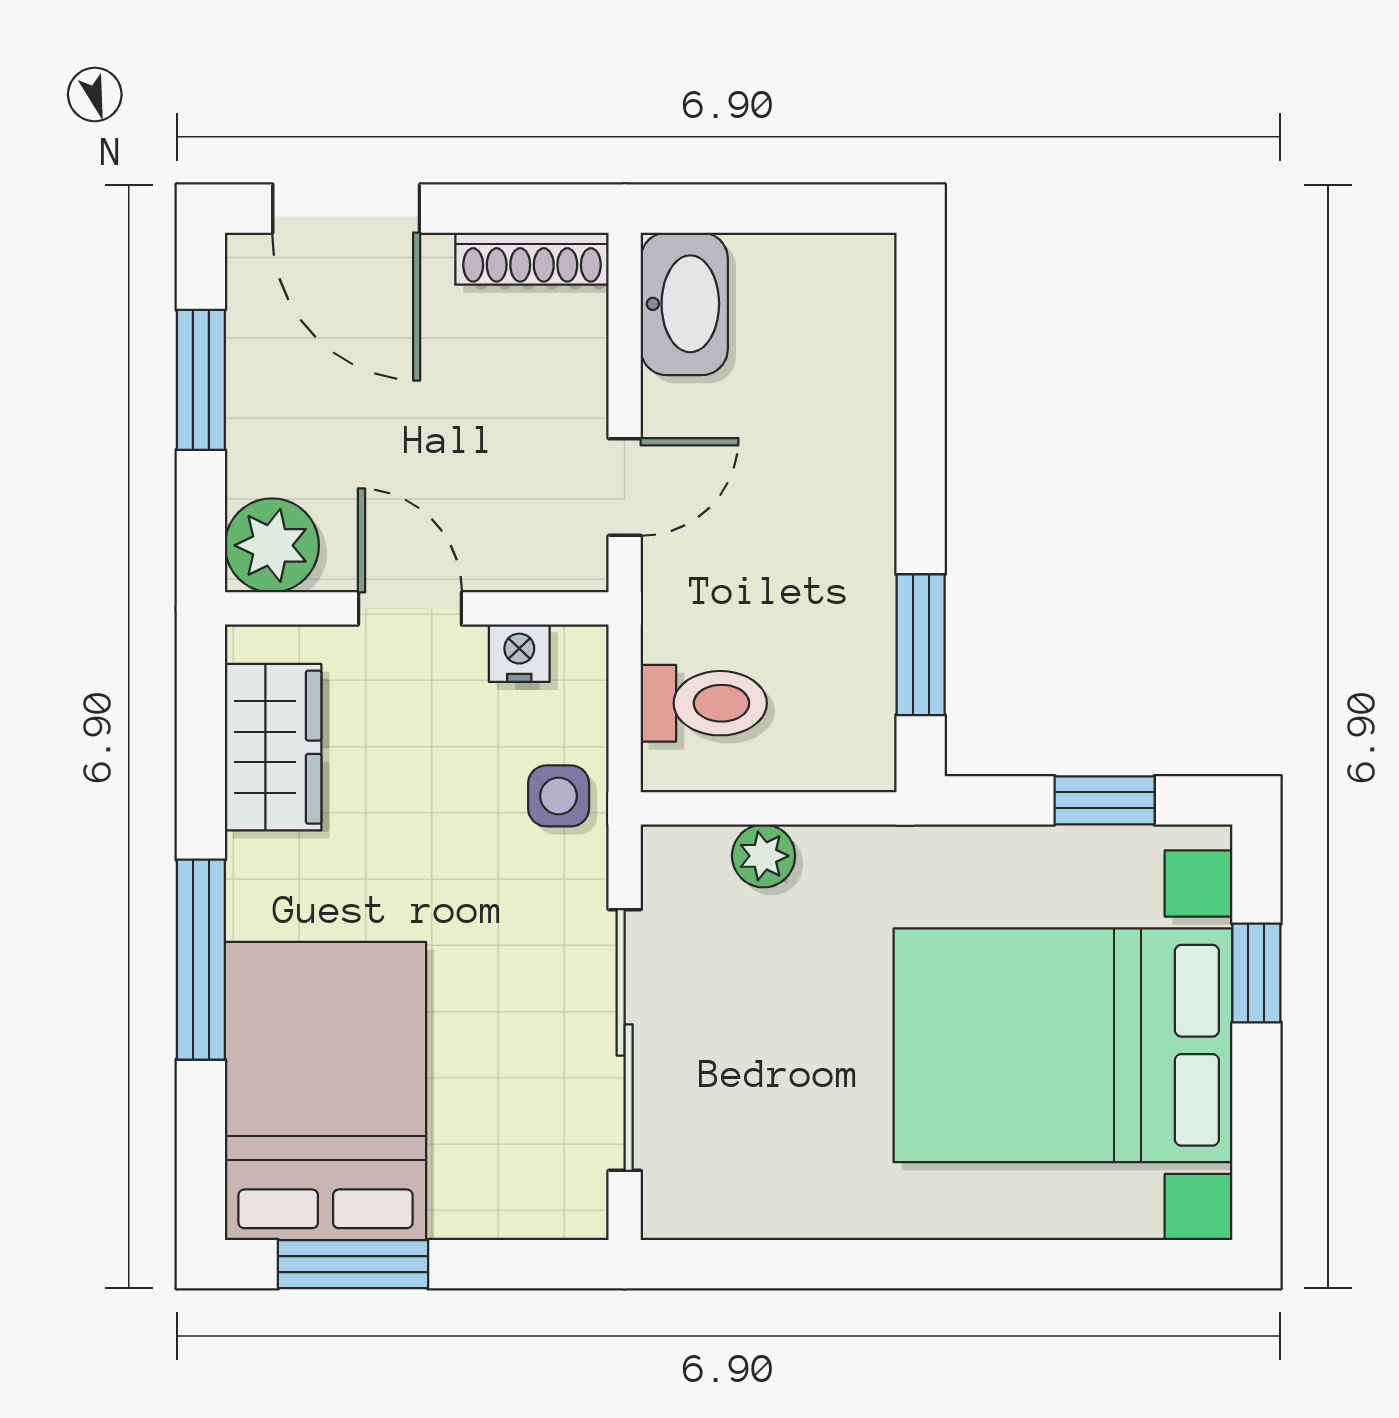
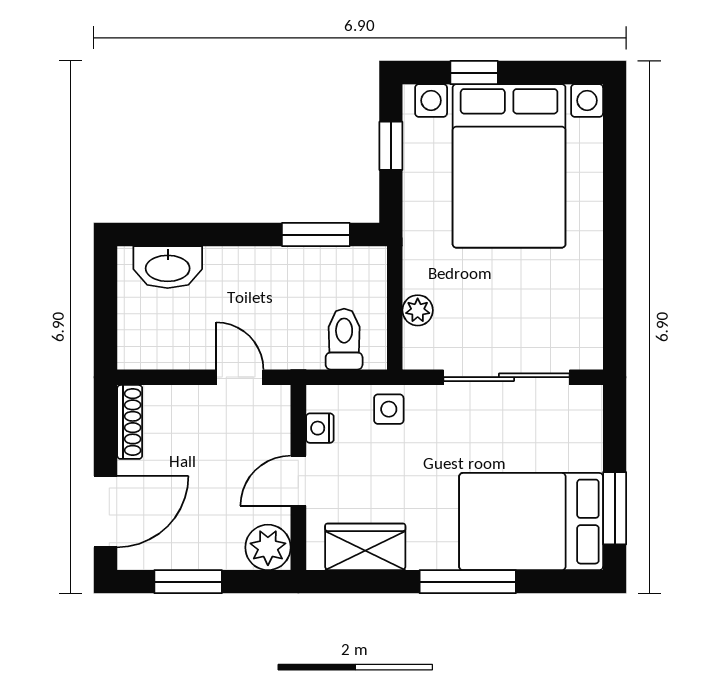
washbasin: (684, 304) -> (168, 267), moved, turned 180

